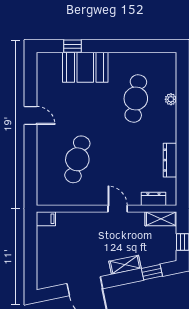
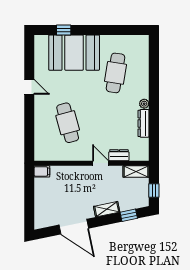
booth: (85, 67) -> (74, 53), width x1.36, depth x1.42
plant: (171, 99) -> (144, 104), moved
cafe table: (77, 159) -> (68, 123), turned -30
dresser: (153, 199) -> (119, 155), moved

